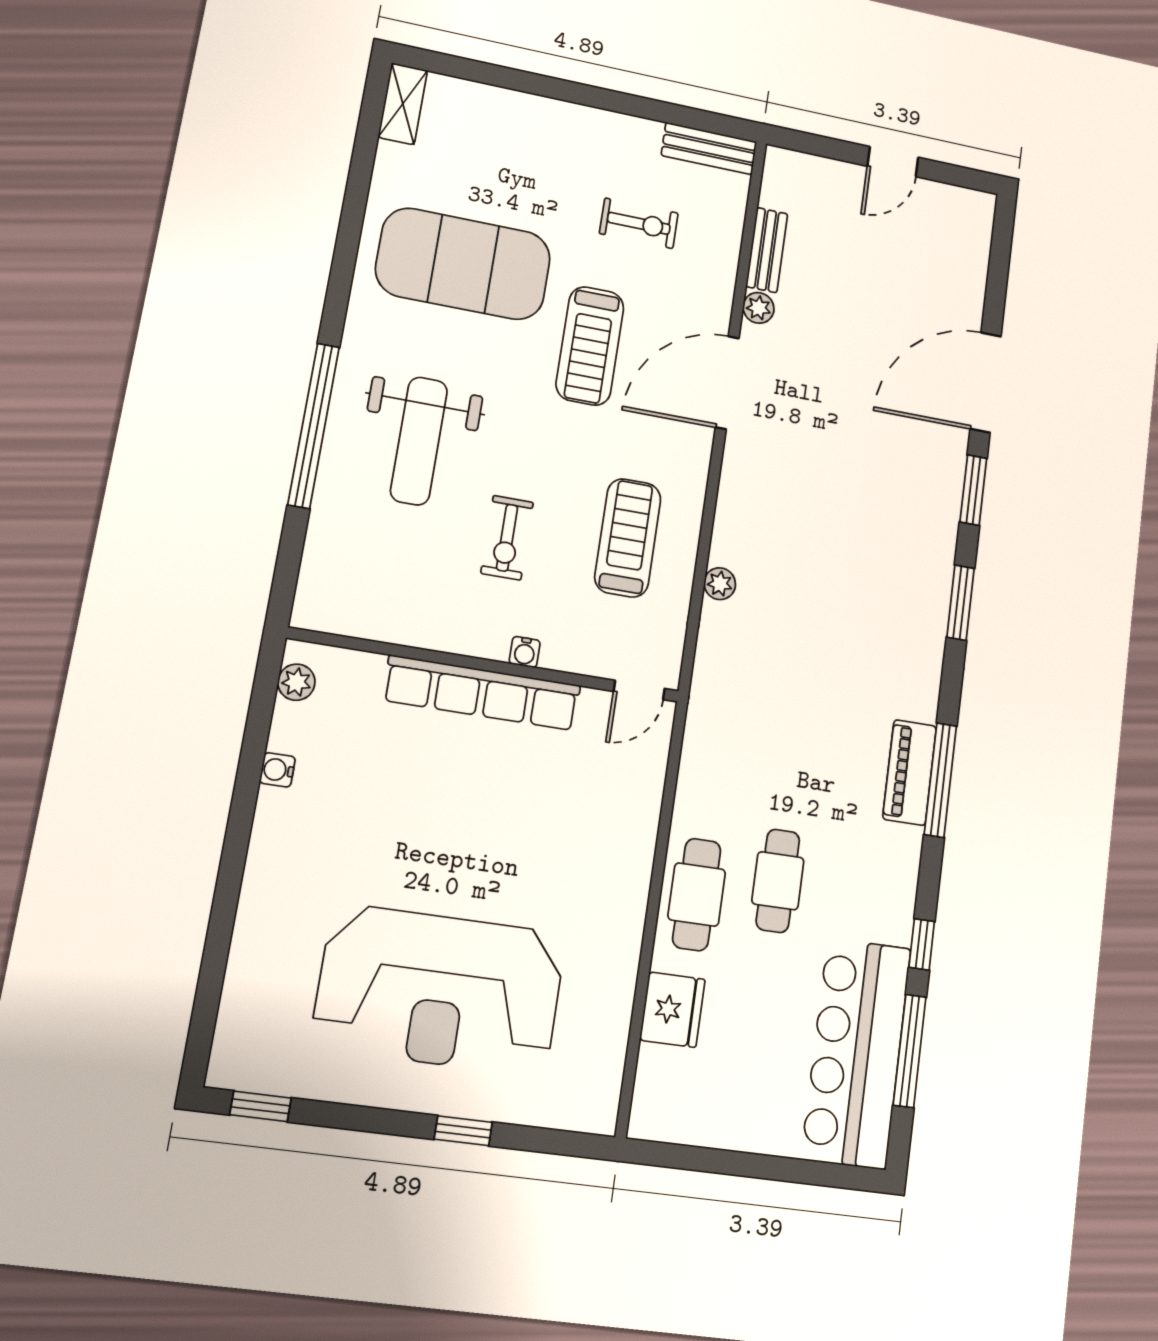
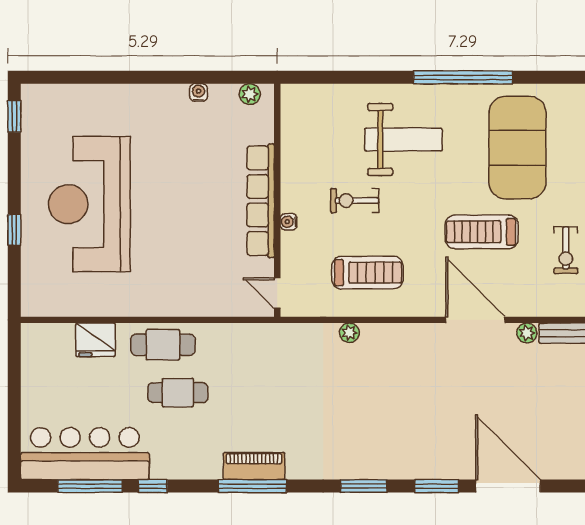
window: (314, 426) -> (463, 77), moved
weight bench: (419, 441) -> (403, 139), turned 180

